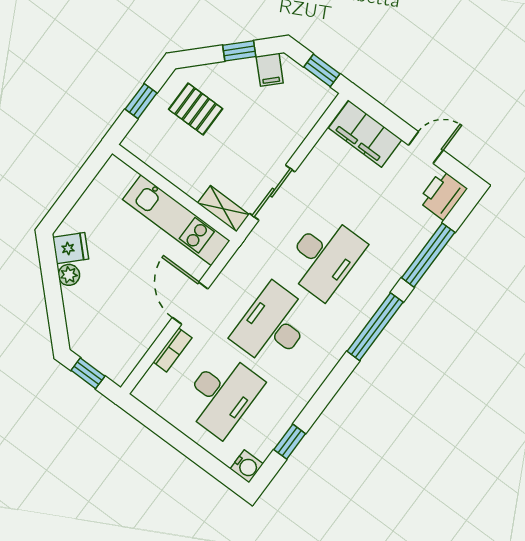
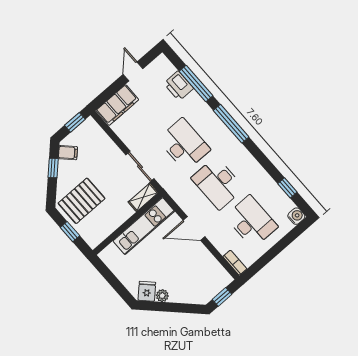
pallet: (196, 109) -> (82, 201), width x1.50, depth x1.42
printer: (443, 195) -> (179, 86), moved
bookcase: (173, 350) -> (235, 263), moved

